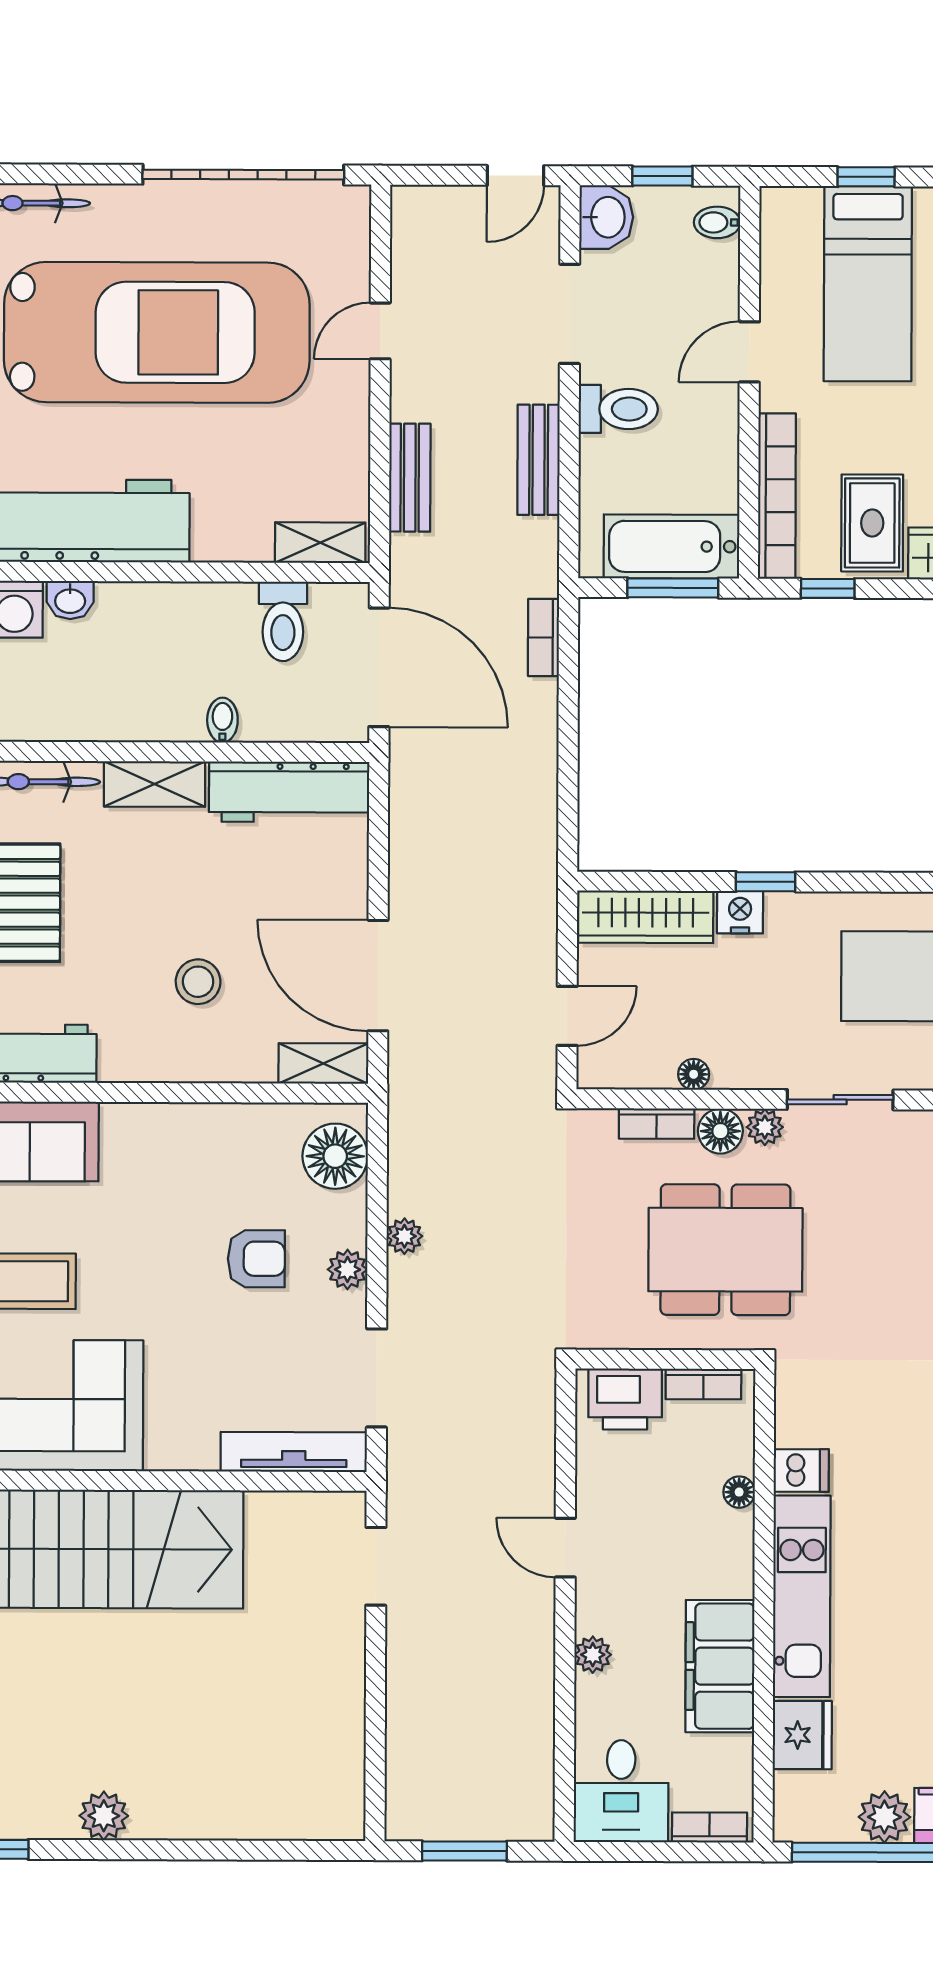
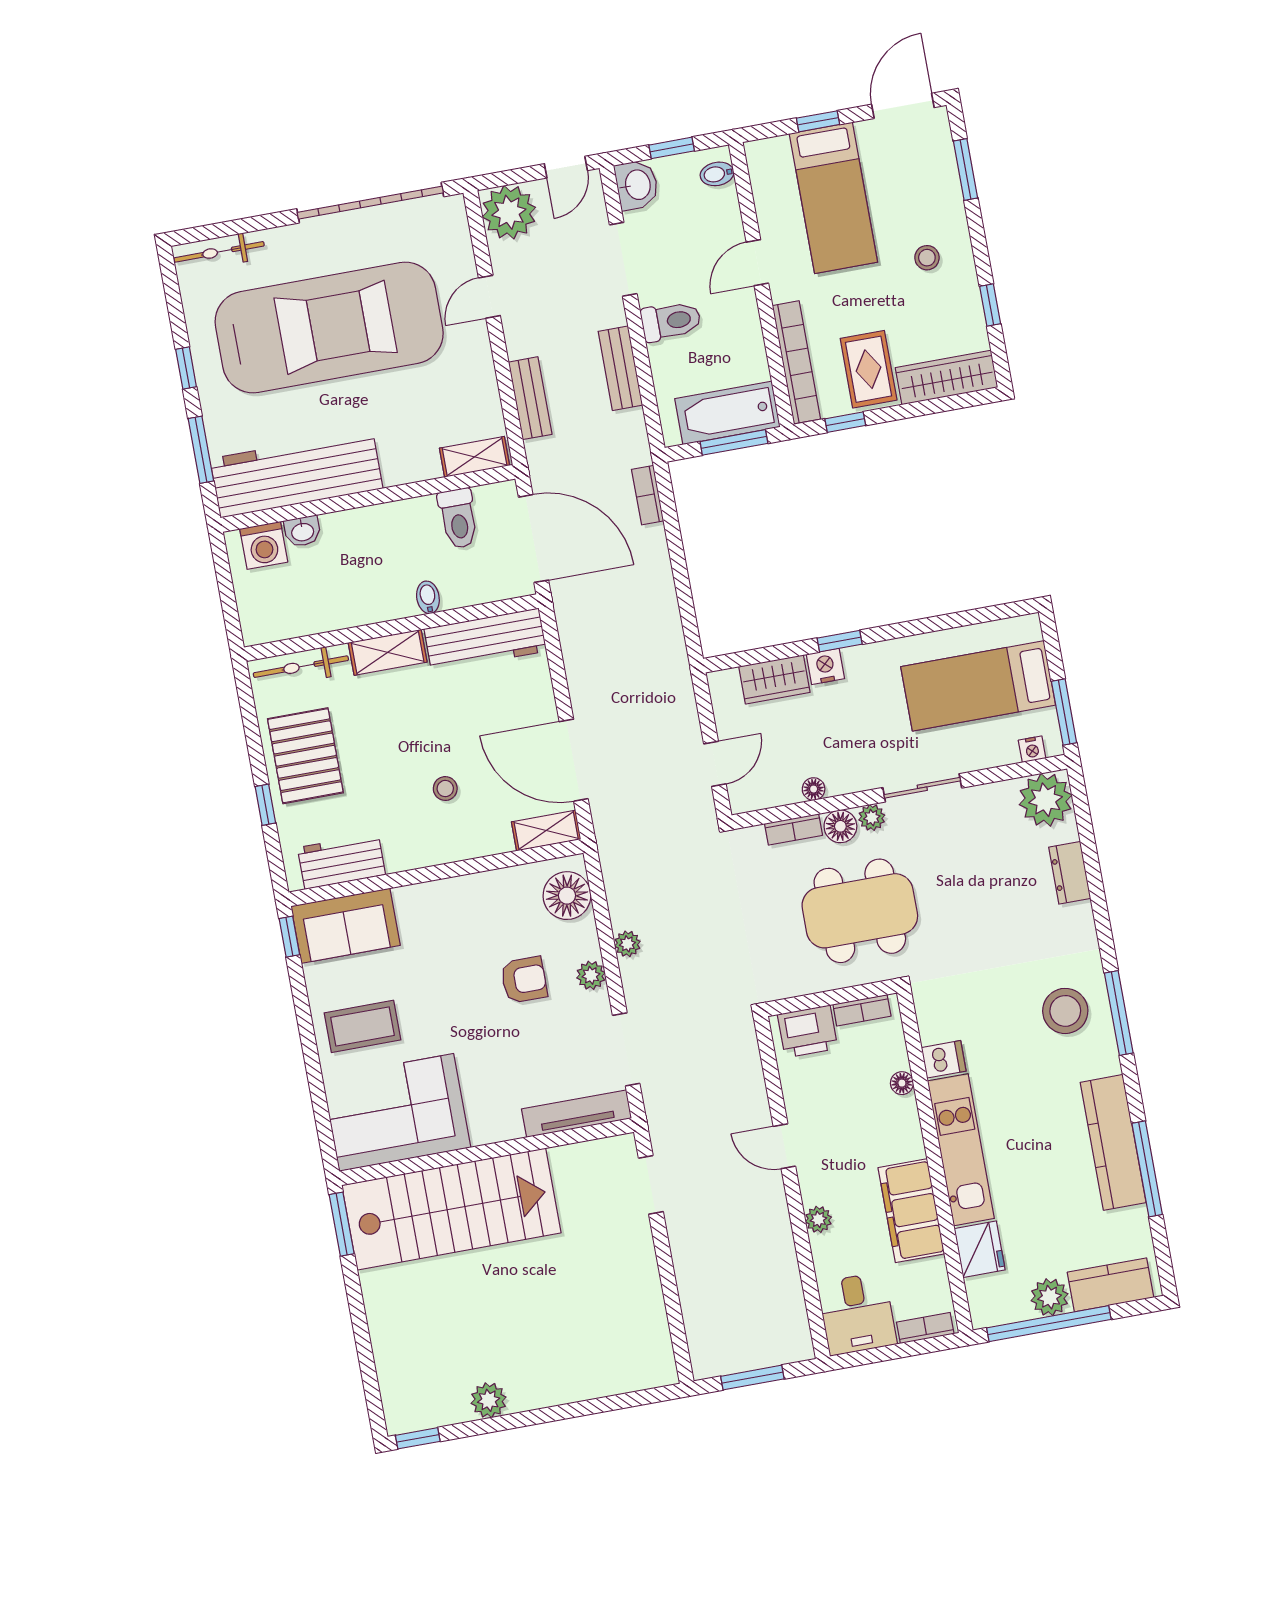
plant: (427, 222) -> (509, 212), added
wardrobe: (646, 917) -> (774, 679), width x0.67
stool: (198, 982) -> (445, 789), width x0.73, depth x0.73

